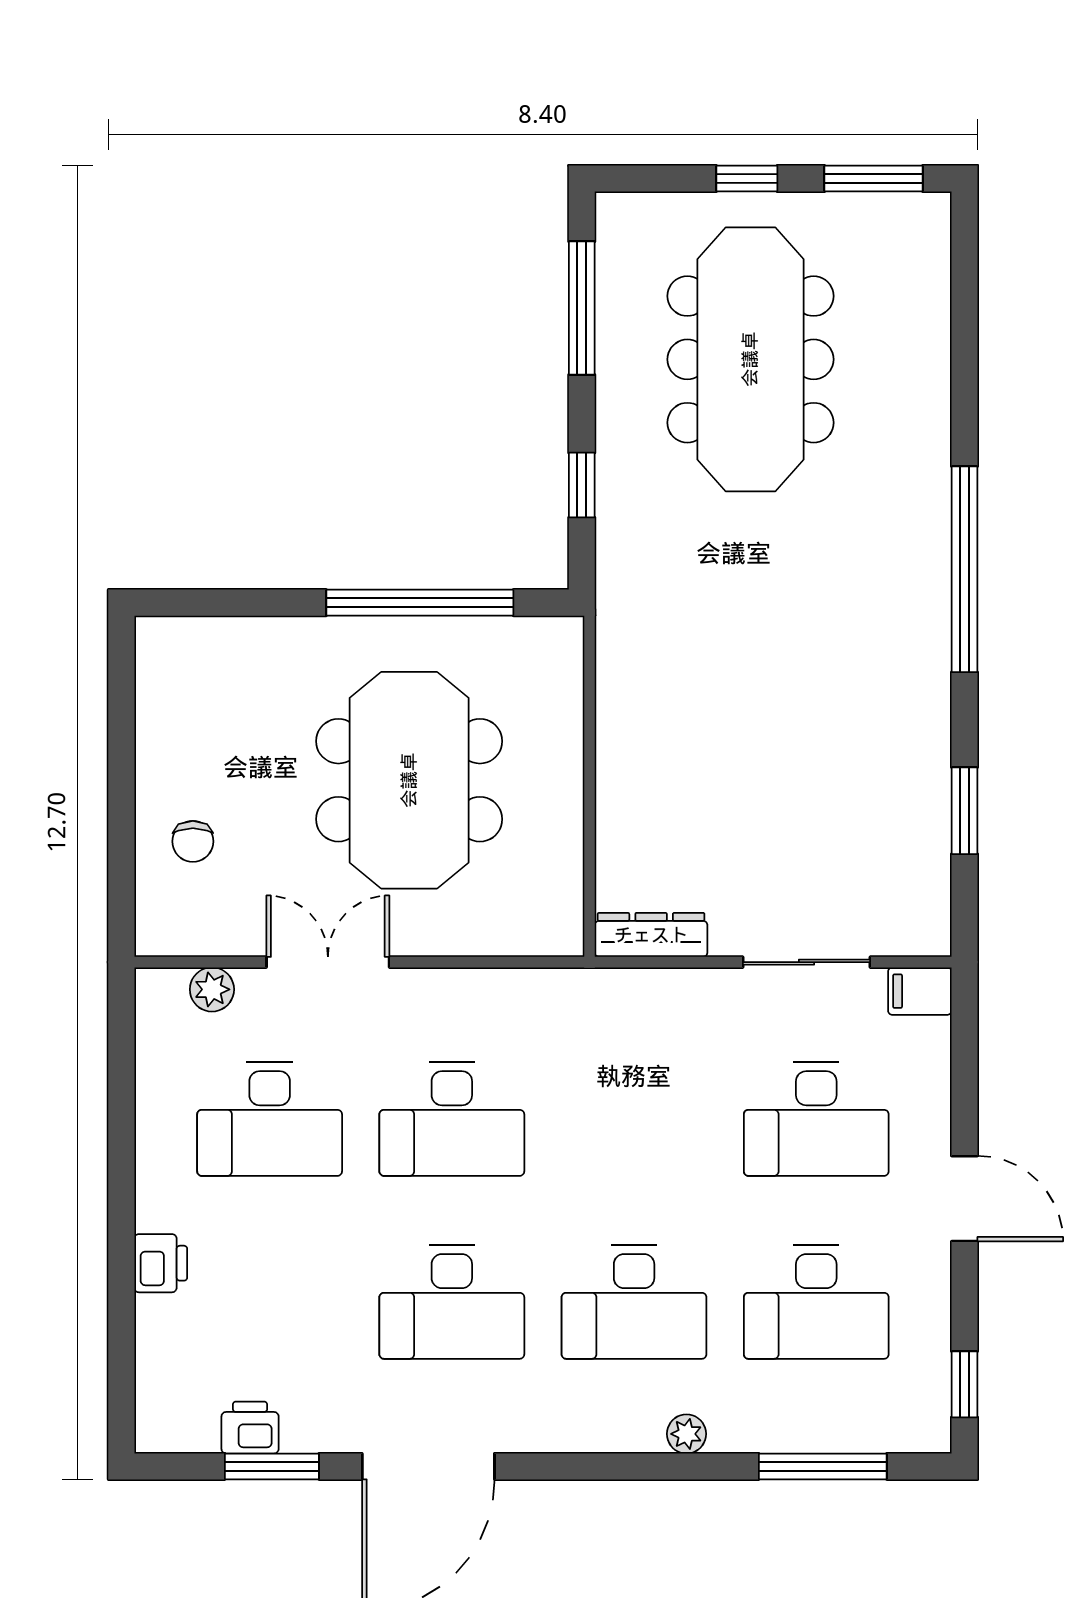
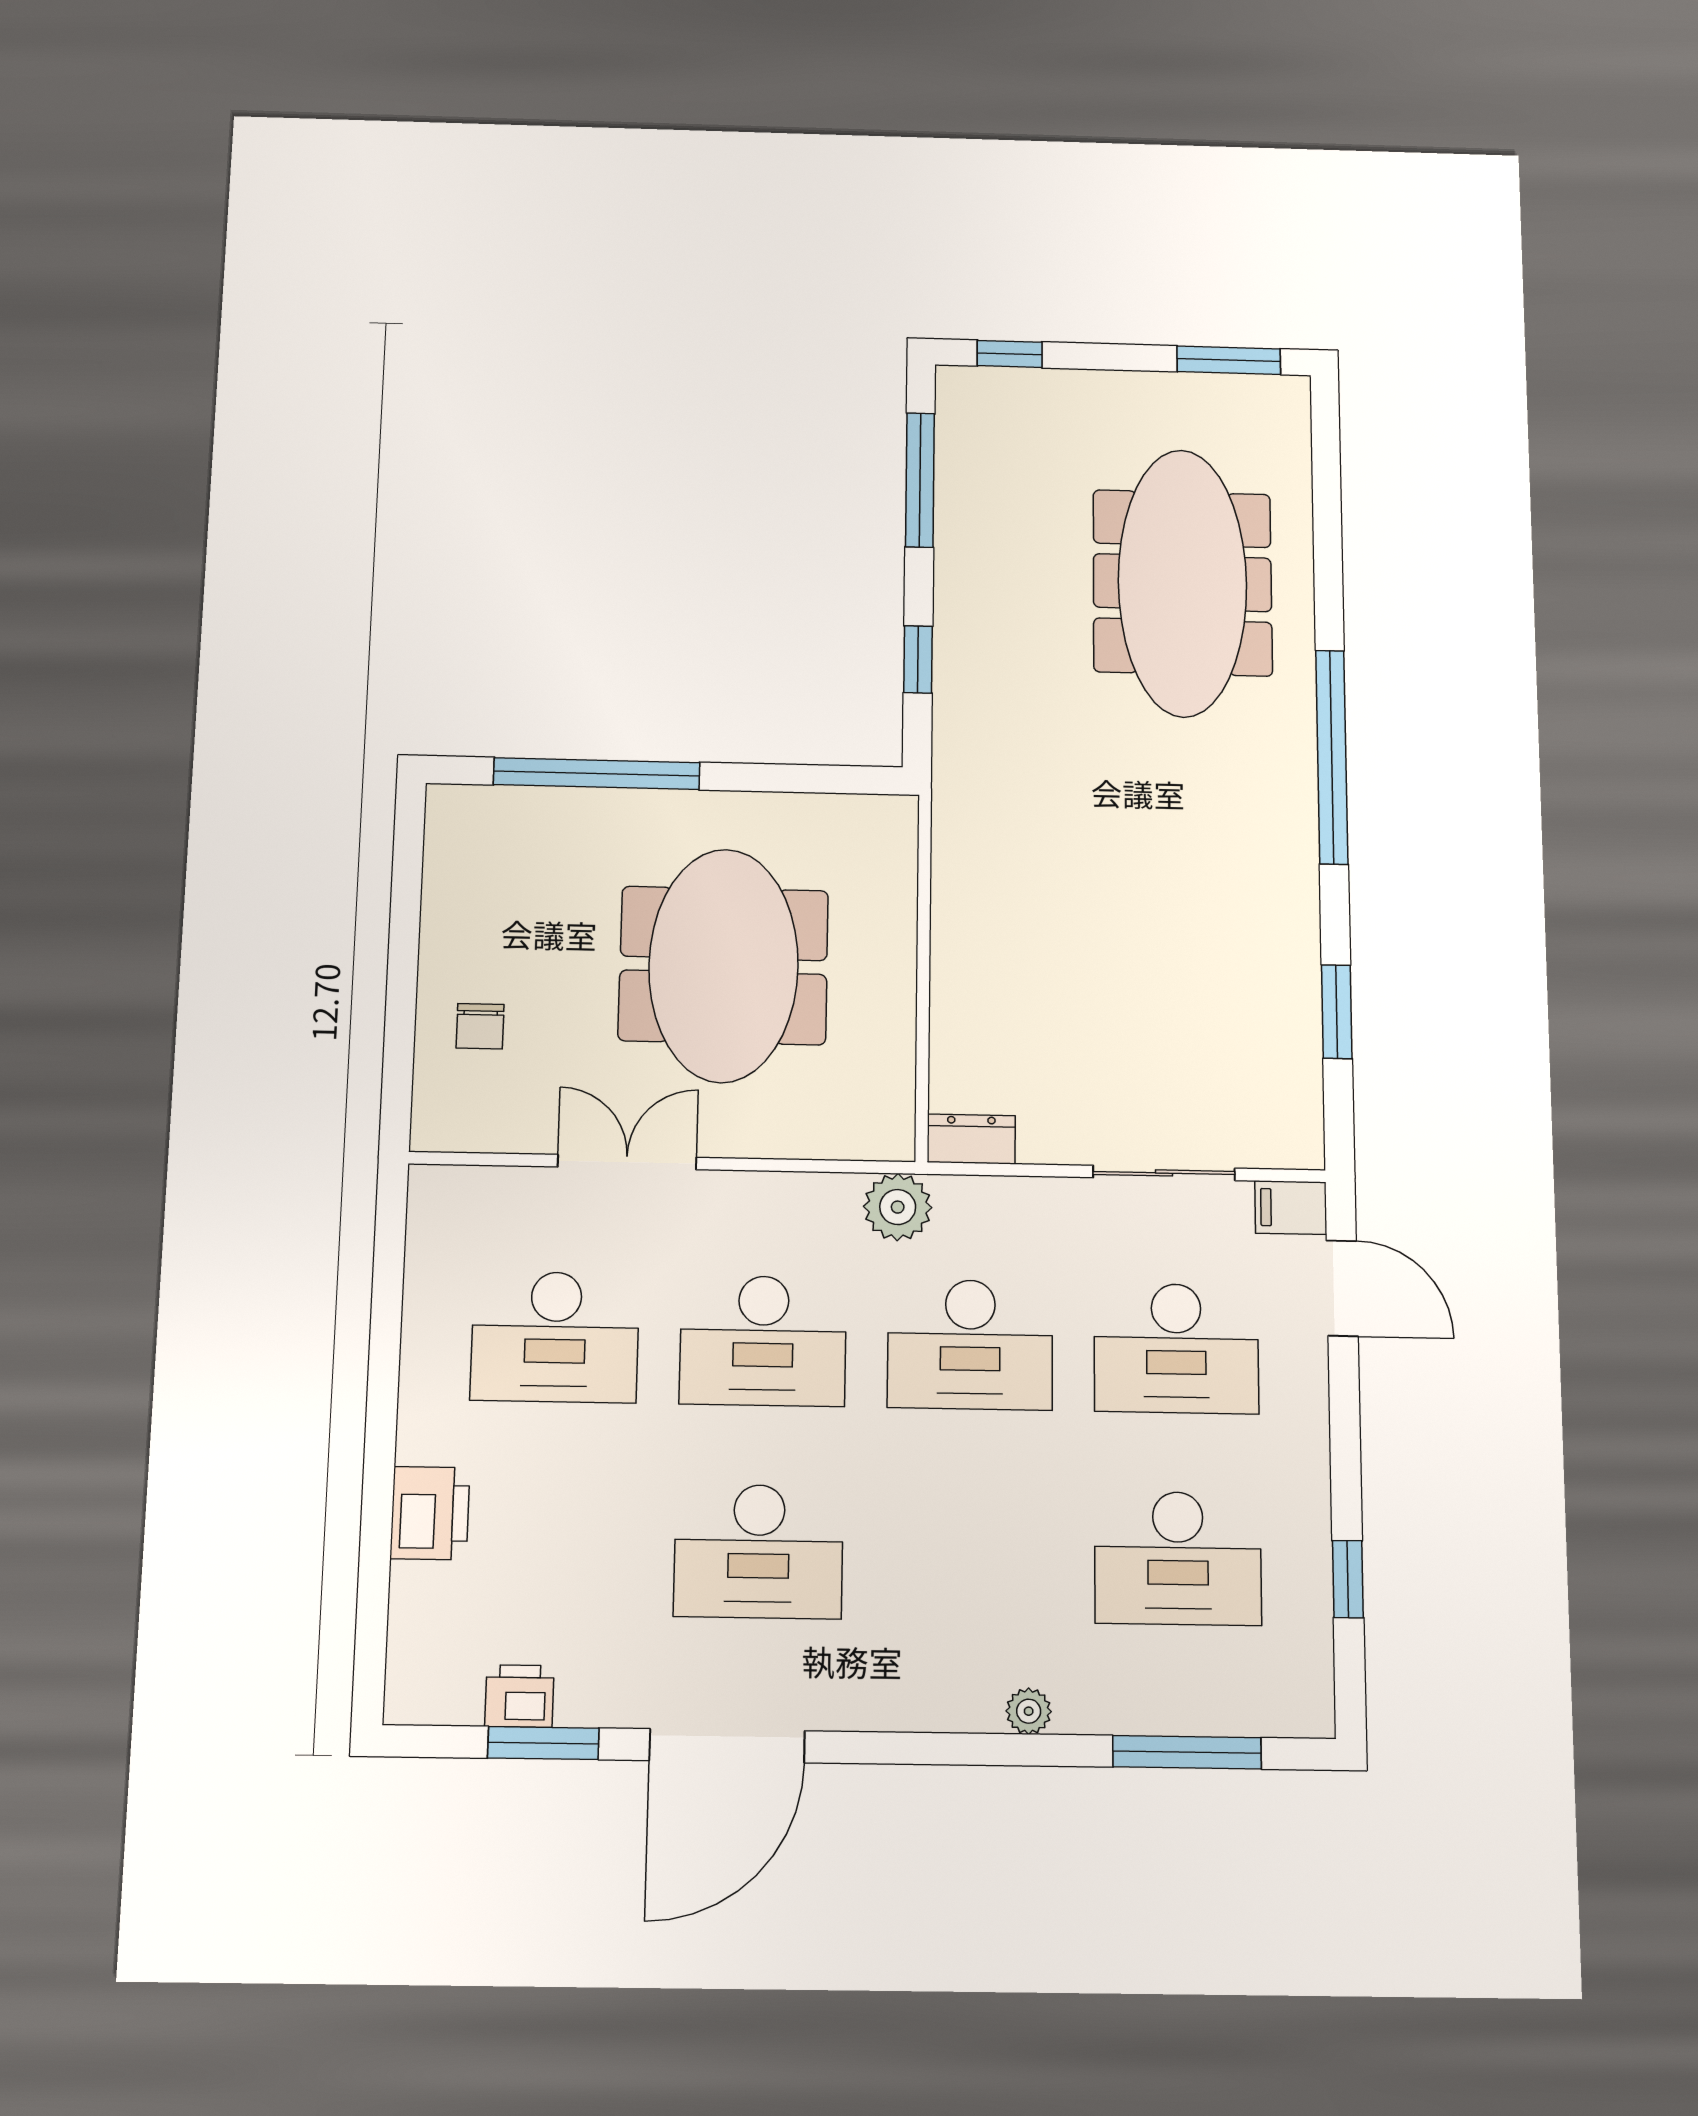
window: (747, 178) -> (1010, 354), moved
meeting table: (750, 359) -> (1182, 583), moved
window: (420, 603) -> (597, 774), moved
dresser: (651, 935) -> (971, 1139), width x0.70
plant: (212, 989) -> (898, 1207), moved, width x1.38, depth x1.38
door: (965, 1199) -> (1342, 1288), moved
printer: (161, 1263) -> (430, 1513), width x1.36, depth x1.24
desk: (634, 1302) -> (970, 1344), moved
window: (965, 1384) -> (1348, 1579), moved

